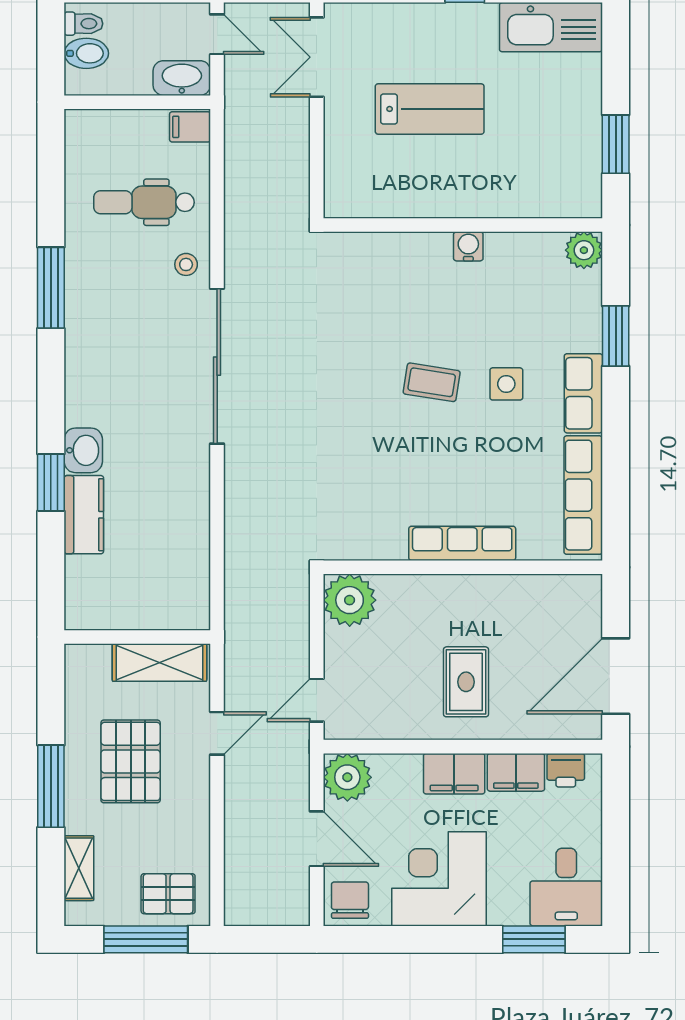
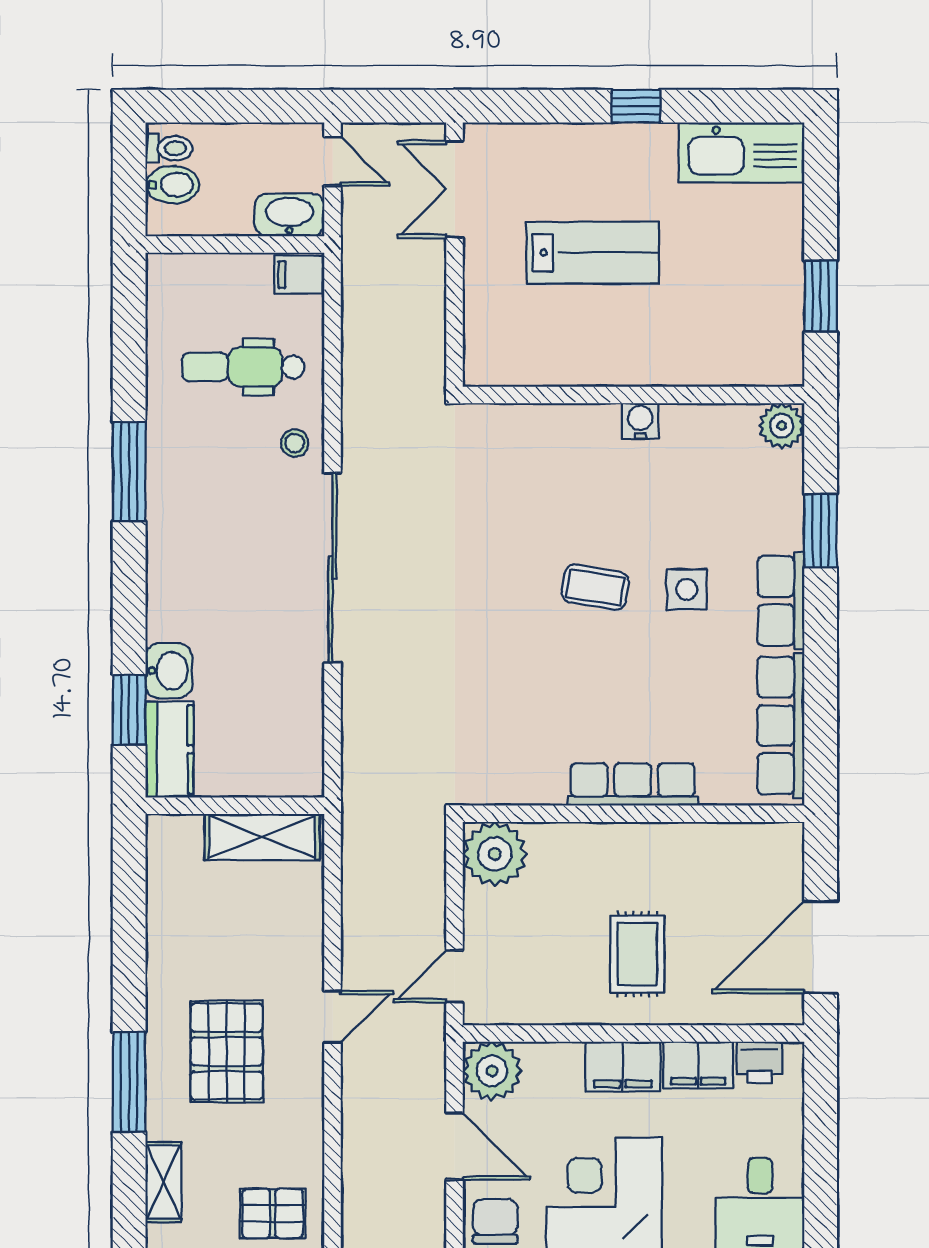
wall: (137, 637) -> (235, 806), moved
shelving: (159, 663) -> (262, 837), moved

